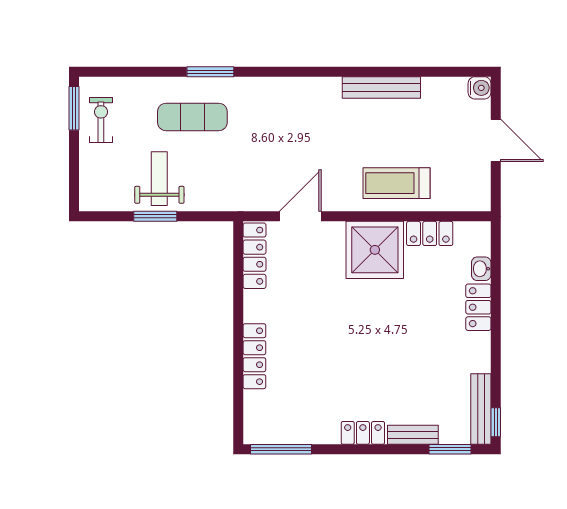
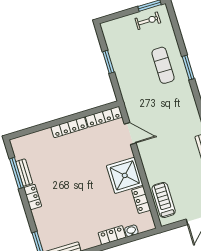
weight bench: (159, 179) -> (128, 58), removed
treadmill: (397, 183) -> (164, 200), moved
locker: (254, 356) -> (69, 127), moved
bench: (413, 435) -> (24, 173), moved
window: (281, 449) -> (17, 173), moved

